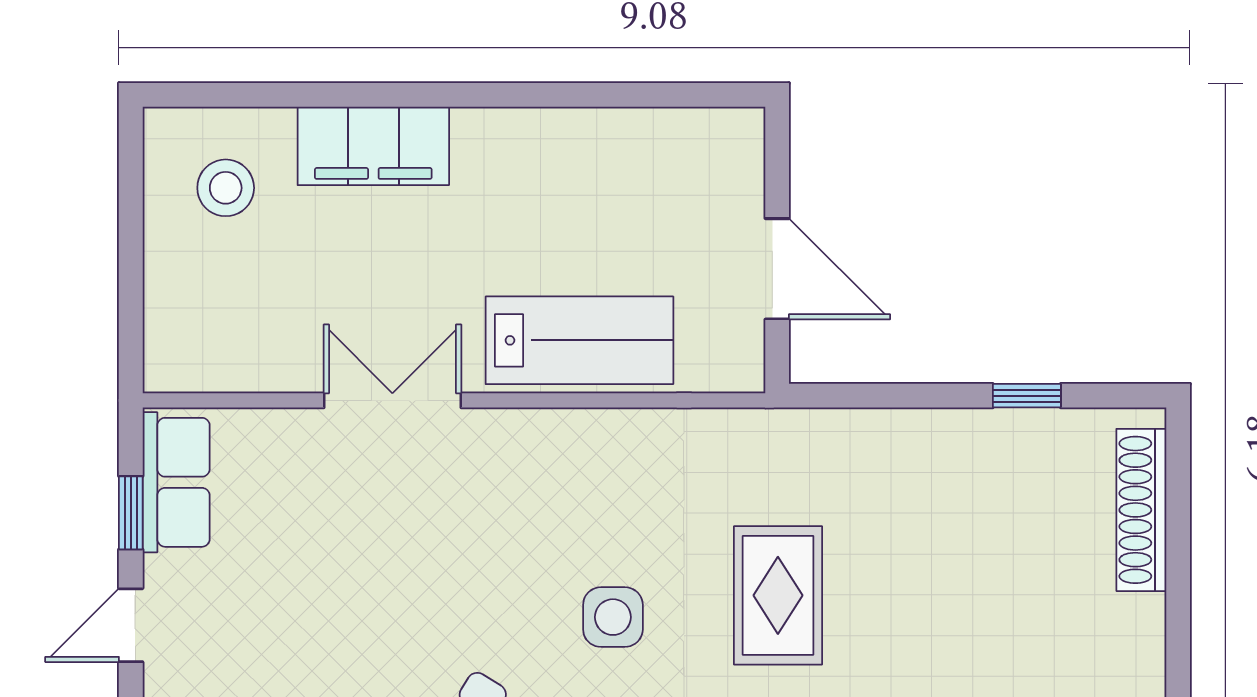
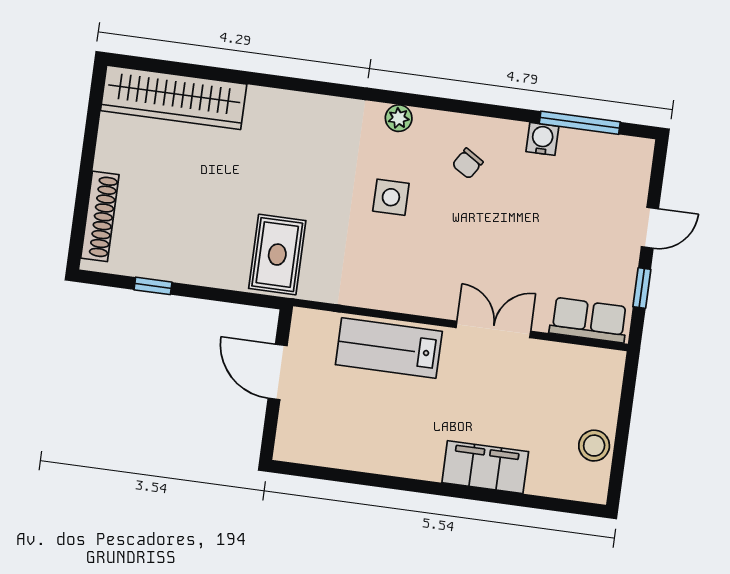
stool: (226, 188) -> (594, 446), moved
double door: (392, 400) -> (493, 329), swing flipped
row of seats: (176, 482) -> (589, 320), moved, turned 90
rug: (778, 595) -> (277, 255), moved

